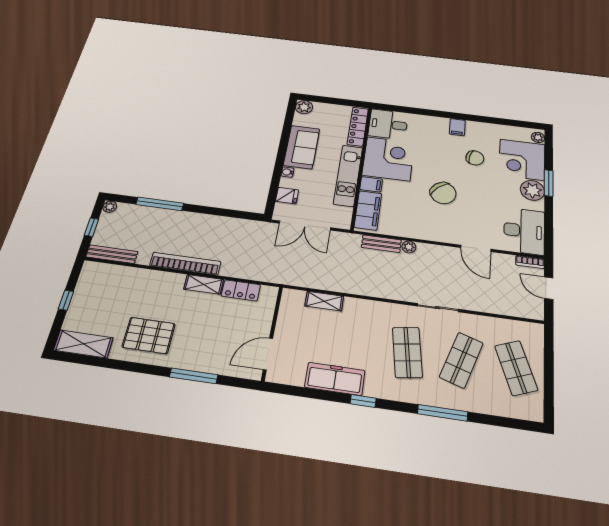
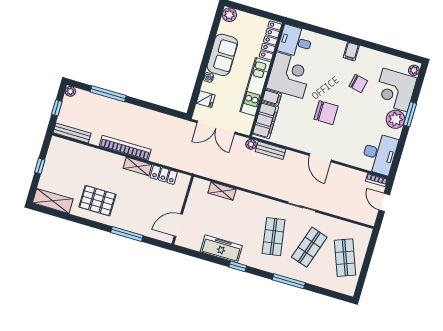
chair: (443, 193) -> (326, 113), turned -48
plant: (409, 247) -> (251, 144), moved
door: (476, 248) -> (320, 158), moved

